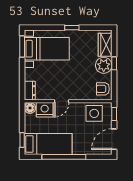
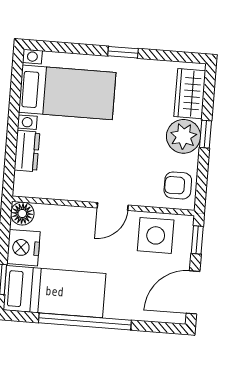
window: (22, 46) -> (16, 84), removed
dresser: (30, 91) -> (27, 151), moved
door: (62, 101) -> (113, 207), moved
nightstand: (45, 110) -> (23, 248), moved, turned -90

